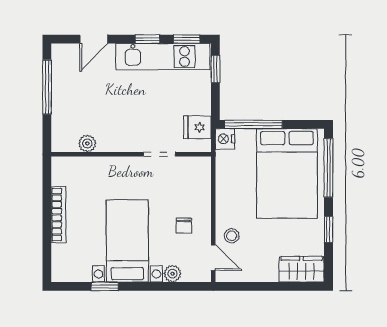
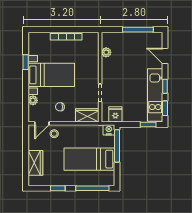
bed: (287, 173) -> (89, 159), width x0.67
wardrobe: (199, 177) -> (87, 115), added
wardrobe: (302, 269) -> (35, 163), moved

